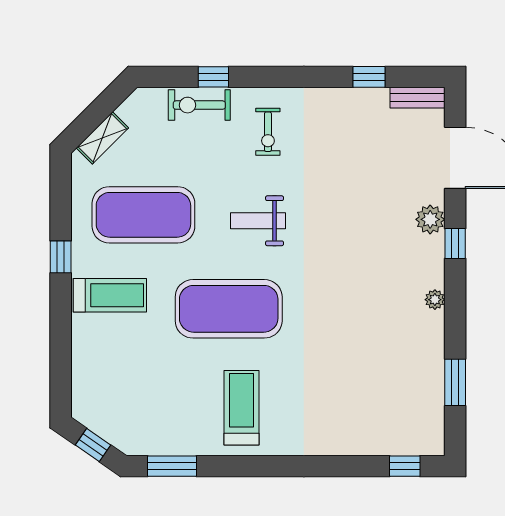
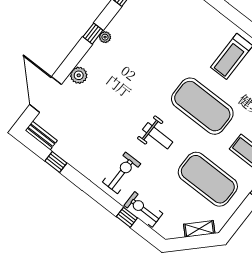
exercise bike: (199, 105) -> (143, 209), turned 180
exercise bike: (268, 132) -> (122, 173), width x1.38, depth x1.39
window: (455, 244) -> (93, 34), moved

